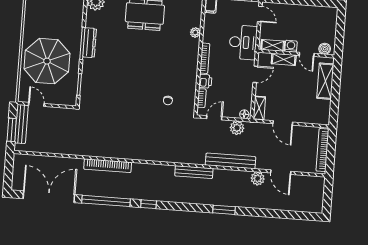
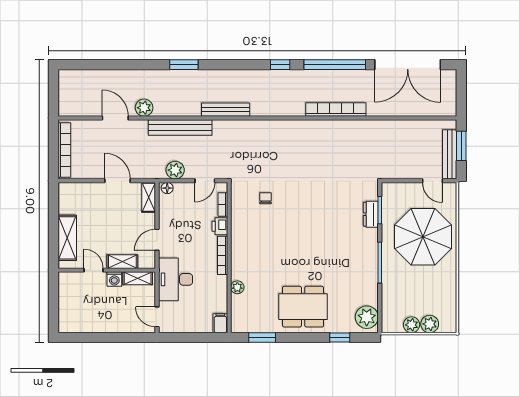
dresser: (89, 43) -> (371, 214), moved, width x0.70
boiler: (325, 49) -> (71, 279), removed

